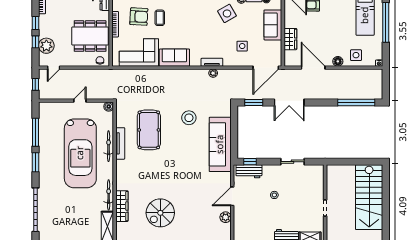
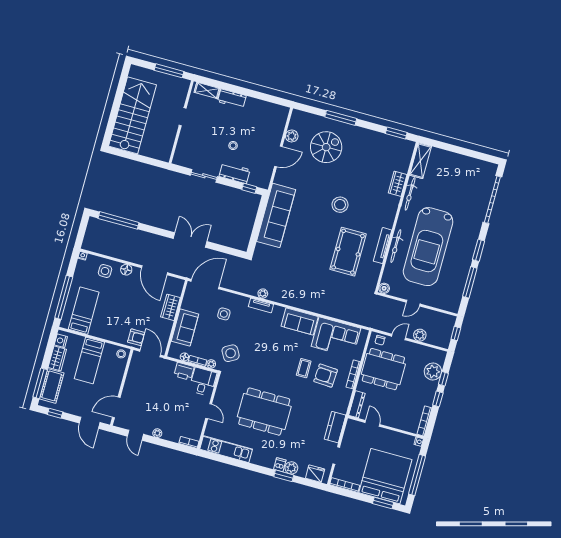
door: (54, 68) -> (399, 337), moved
plant: (66, 74) -> (420, 335), added
window: (254, 102) -> (228, 250), removed
stool: (189, 118) -> (340, 205), moved
car: (80, 153) -> (428, 247), turned 180
workbench: (249, 171) -> (235, 173), moved
wardrobe: (122, 206) -> (398, 184), width x0.67
spiral stairs: (160, 213) -> (326, 147), moved

